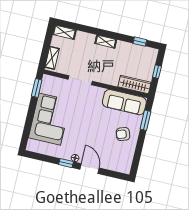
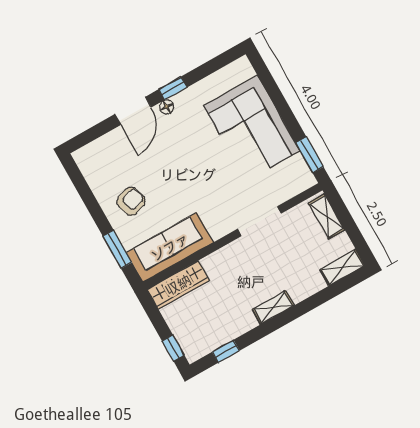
window: (157, 72) -> (173, 348), moved
door: (90, 169) -> (133, 111), hinge flipped

